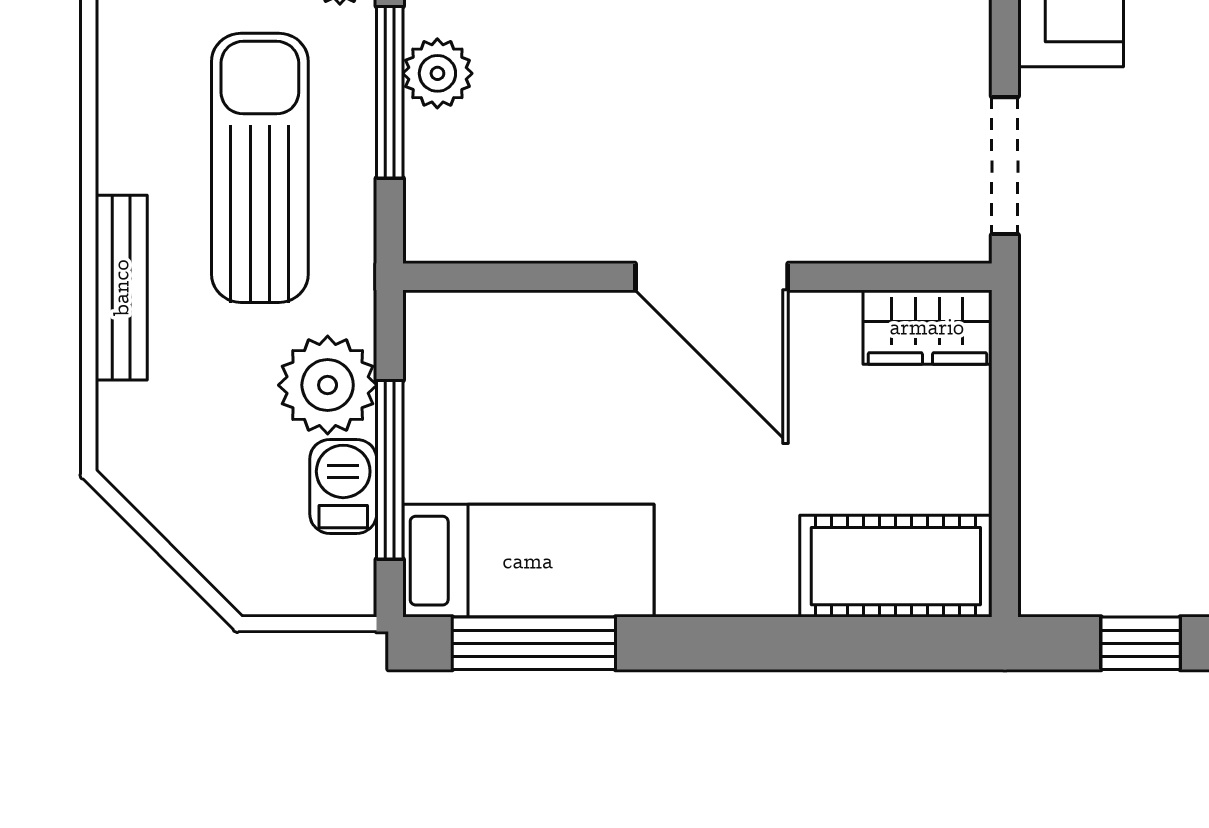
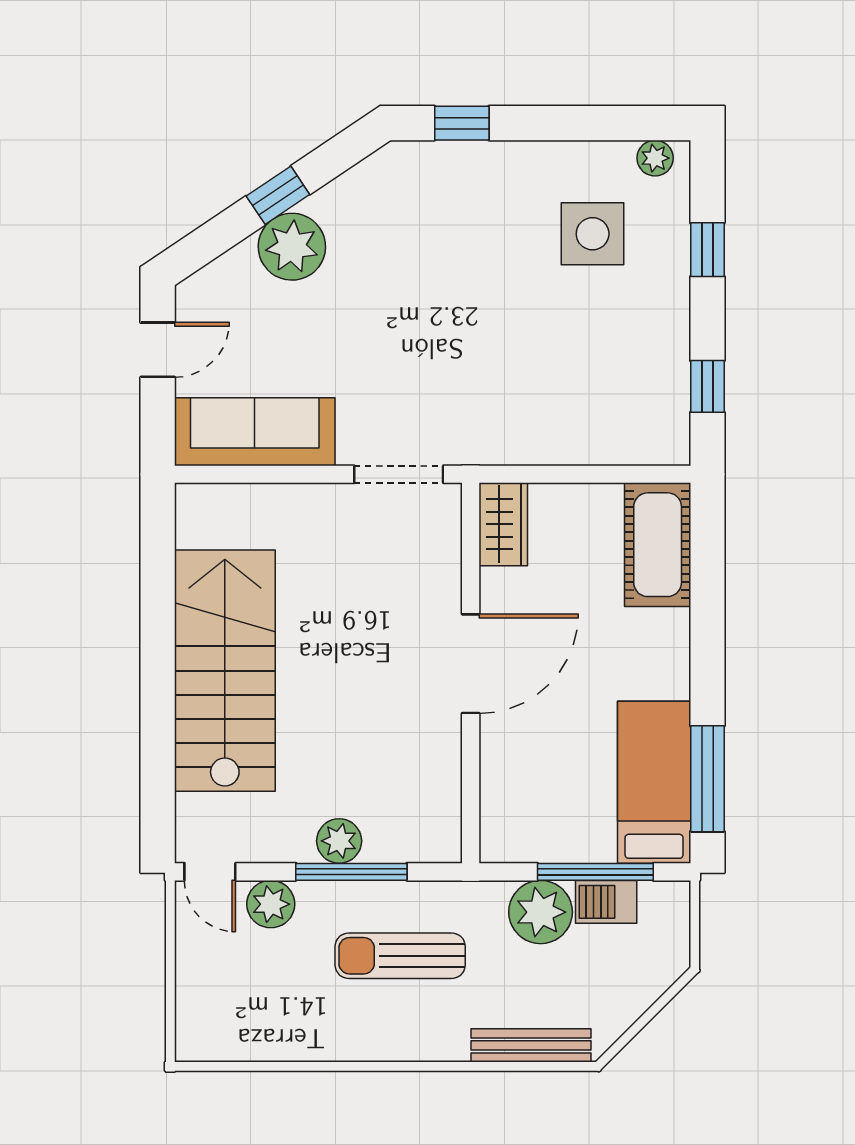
sun lounger: (260, 168) -> (400, 956), width x0.73, depth x0.75
bench: (121, 288) -> (531, 1045), moved

